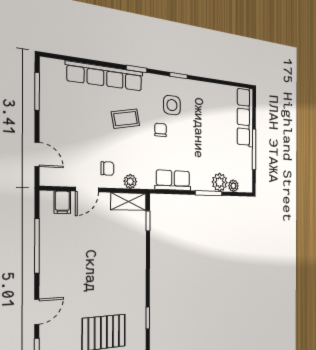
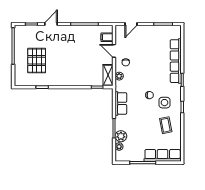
coffee table: (126, 119) -> (166, 125), moved
door: (37, 312) -> (51, 24), swing flipped

